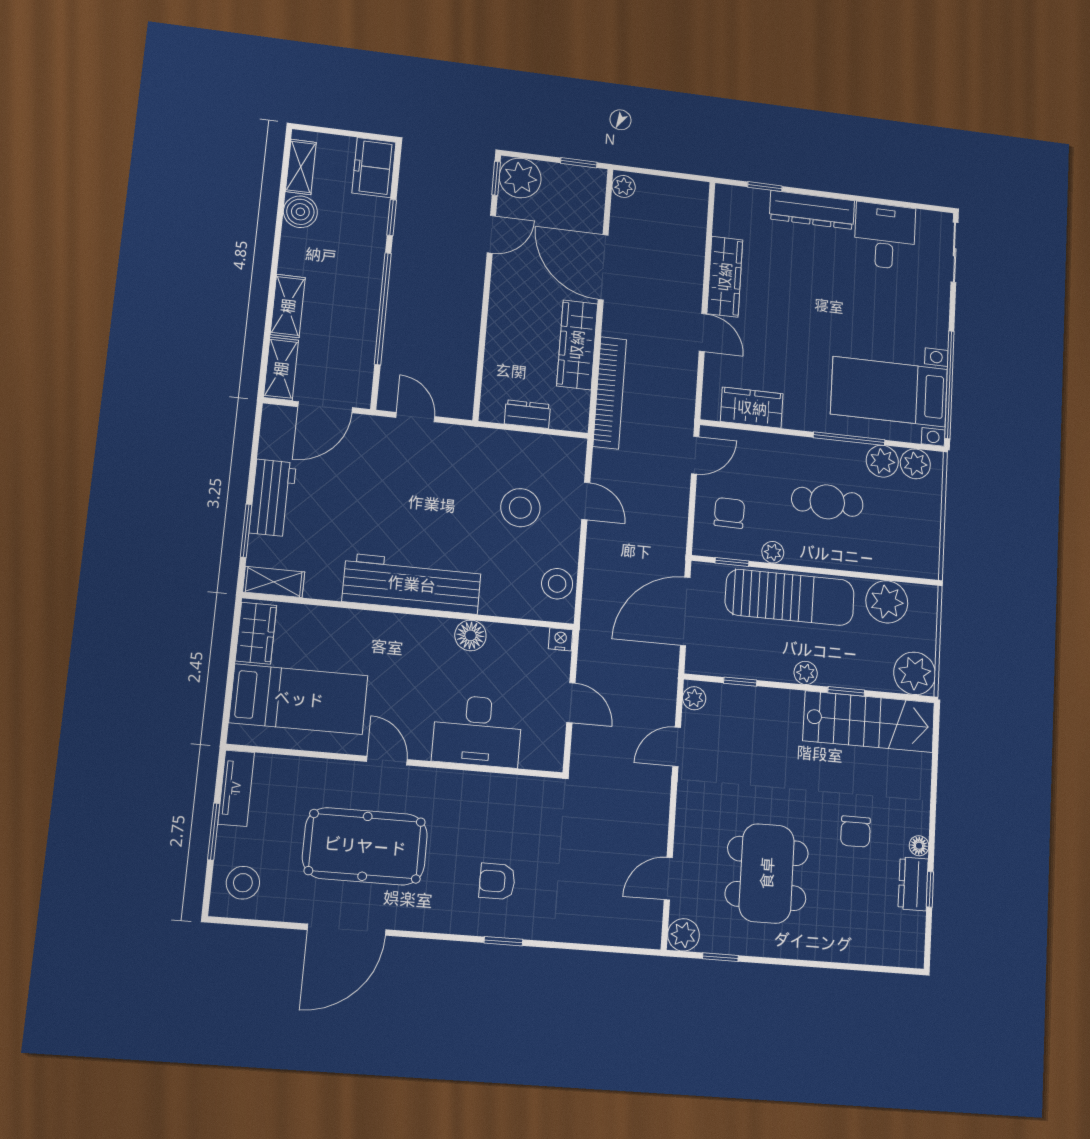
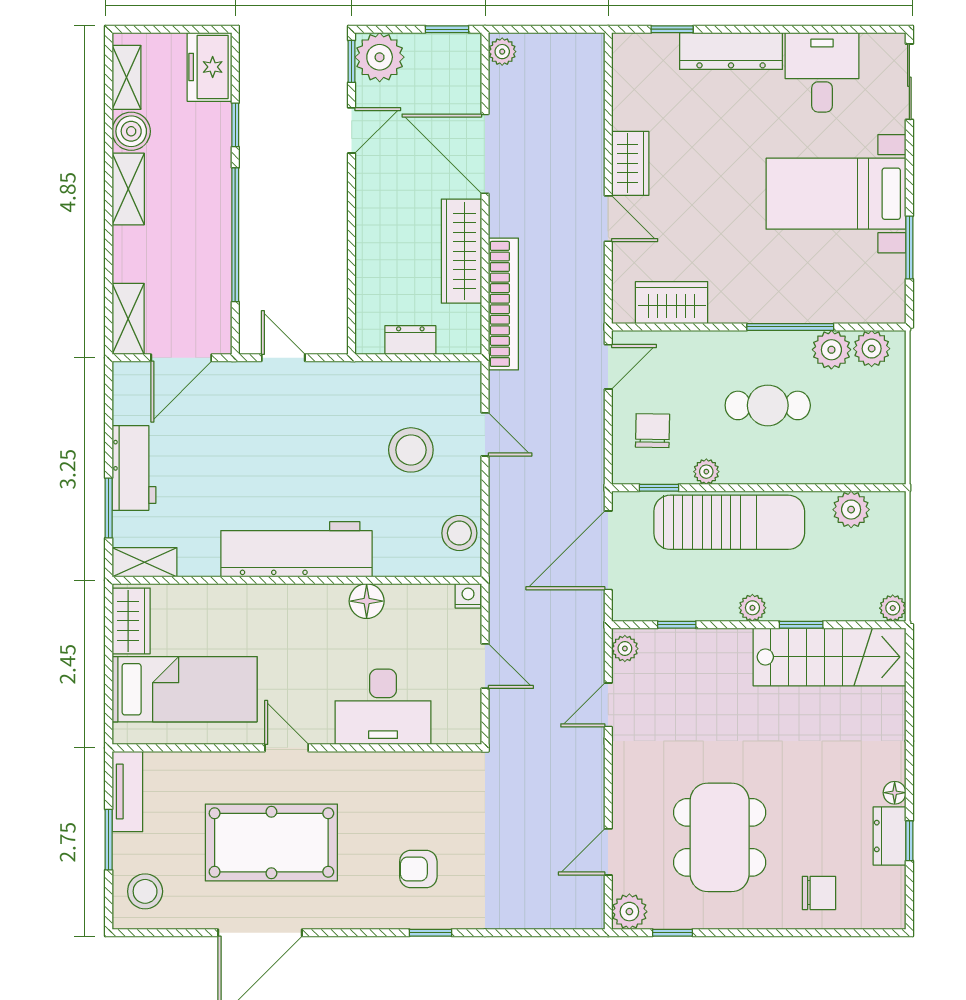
wardrobe: (725, 277) -> (630, 163), width x0.67
shelving: (288, 306) -> (128, 189), moved
window: (949, 385) -> (909, 247), width x0.47
bed with nightstands: (889, 392) -> (836, 194), moved
plant: (887, 602) -> (851, 510), width x0.73, depth x0.73
plant: (915, 673) -> (893, 608), width x0.53, depth x0.53
chair: (855, 832) -> (819, 893), moved, turned -90

